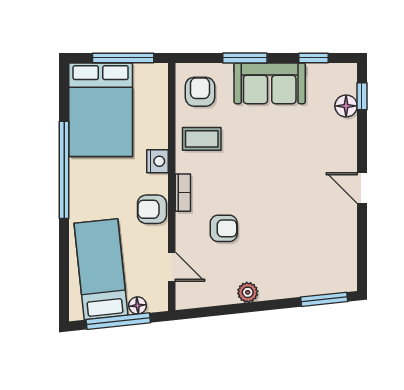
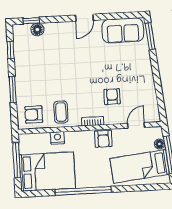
sofa: (270, 83) -> (123, 30), moved, turned 90
nightstand: (158, 161) -> (57, 138), moved
plant: (248, 292) -> (148, 81), removed

